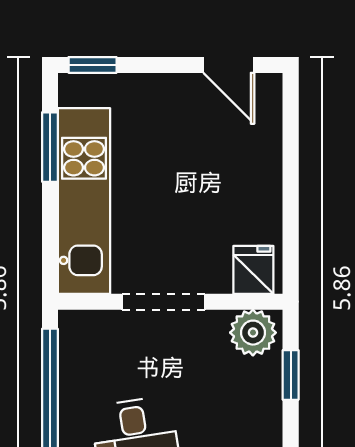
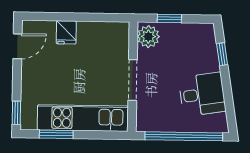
fridge: (253, 270) -> (66, 32), moved, turned -90

